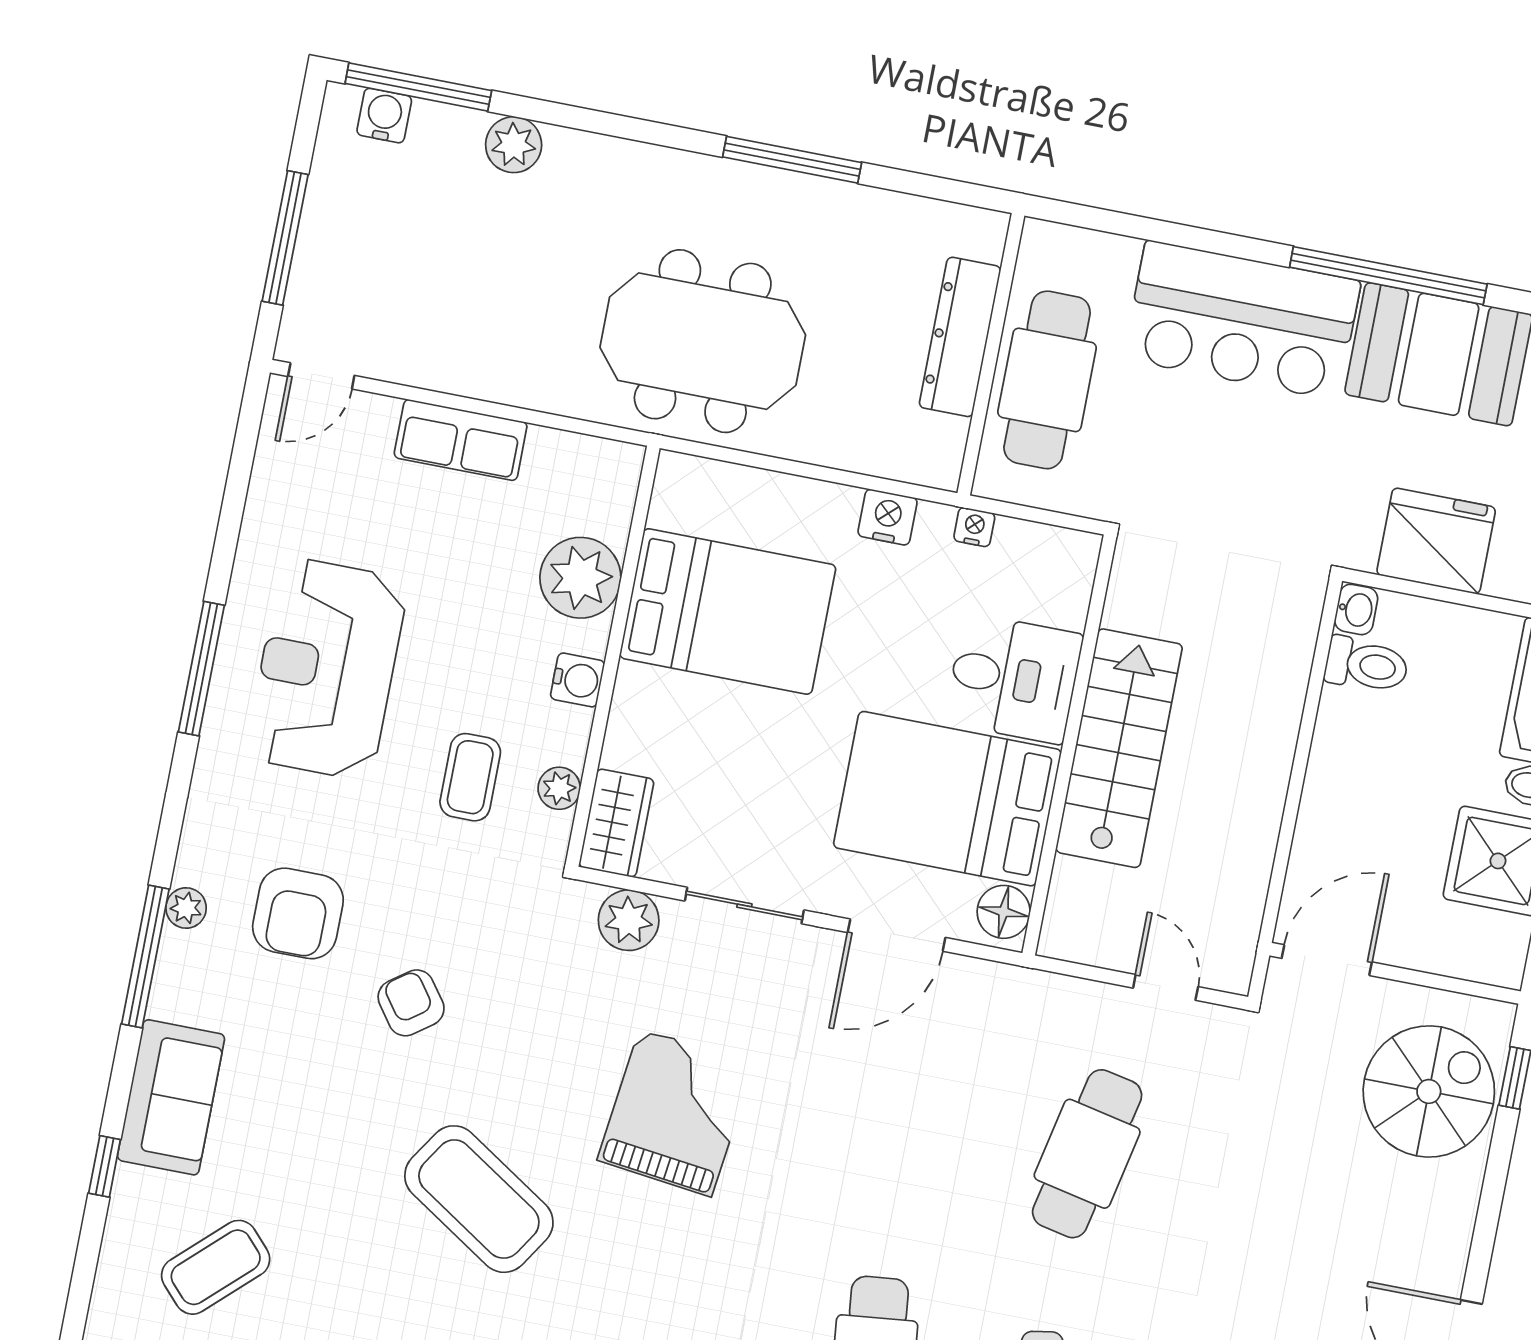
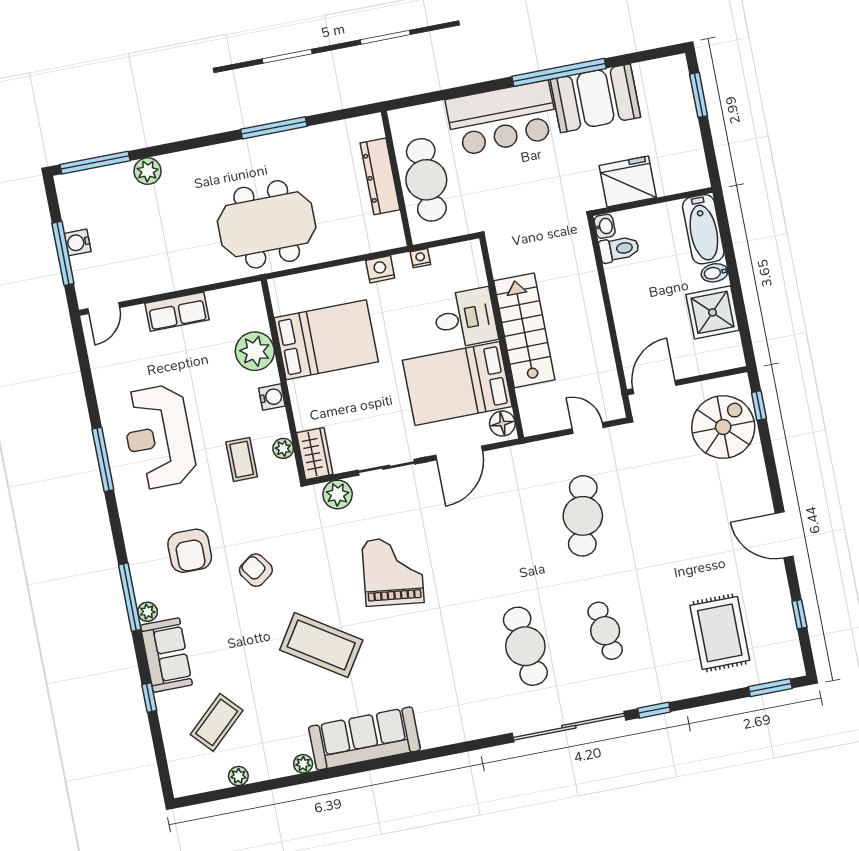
water cooler: (384, 116) -> (78, 242), moved, turned -90
plant: (186, 908) -> (148, 612), moved

